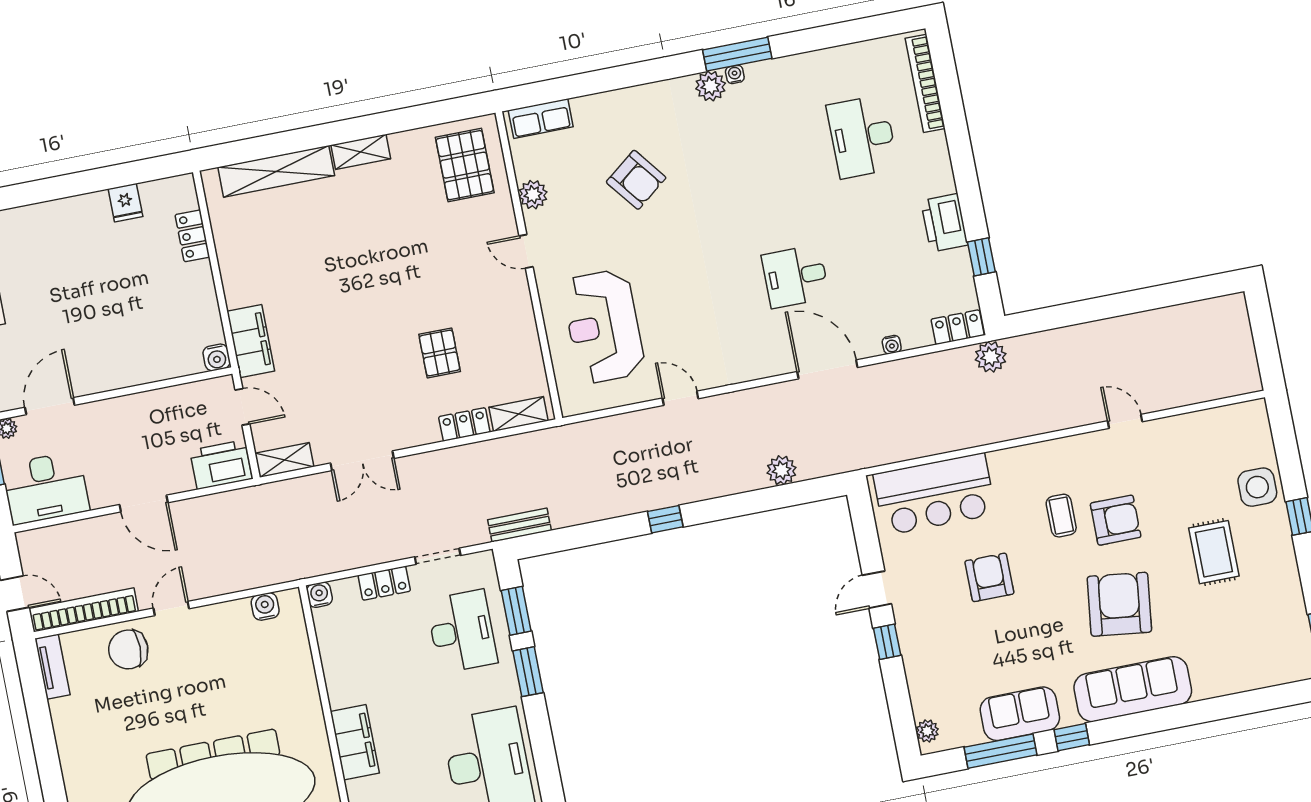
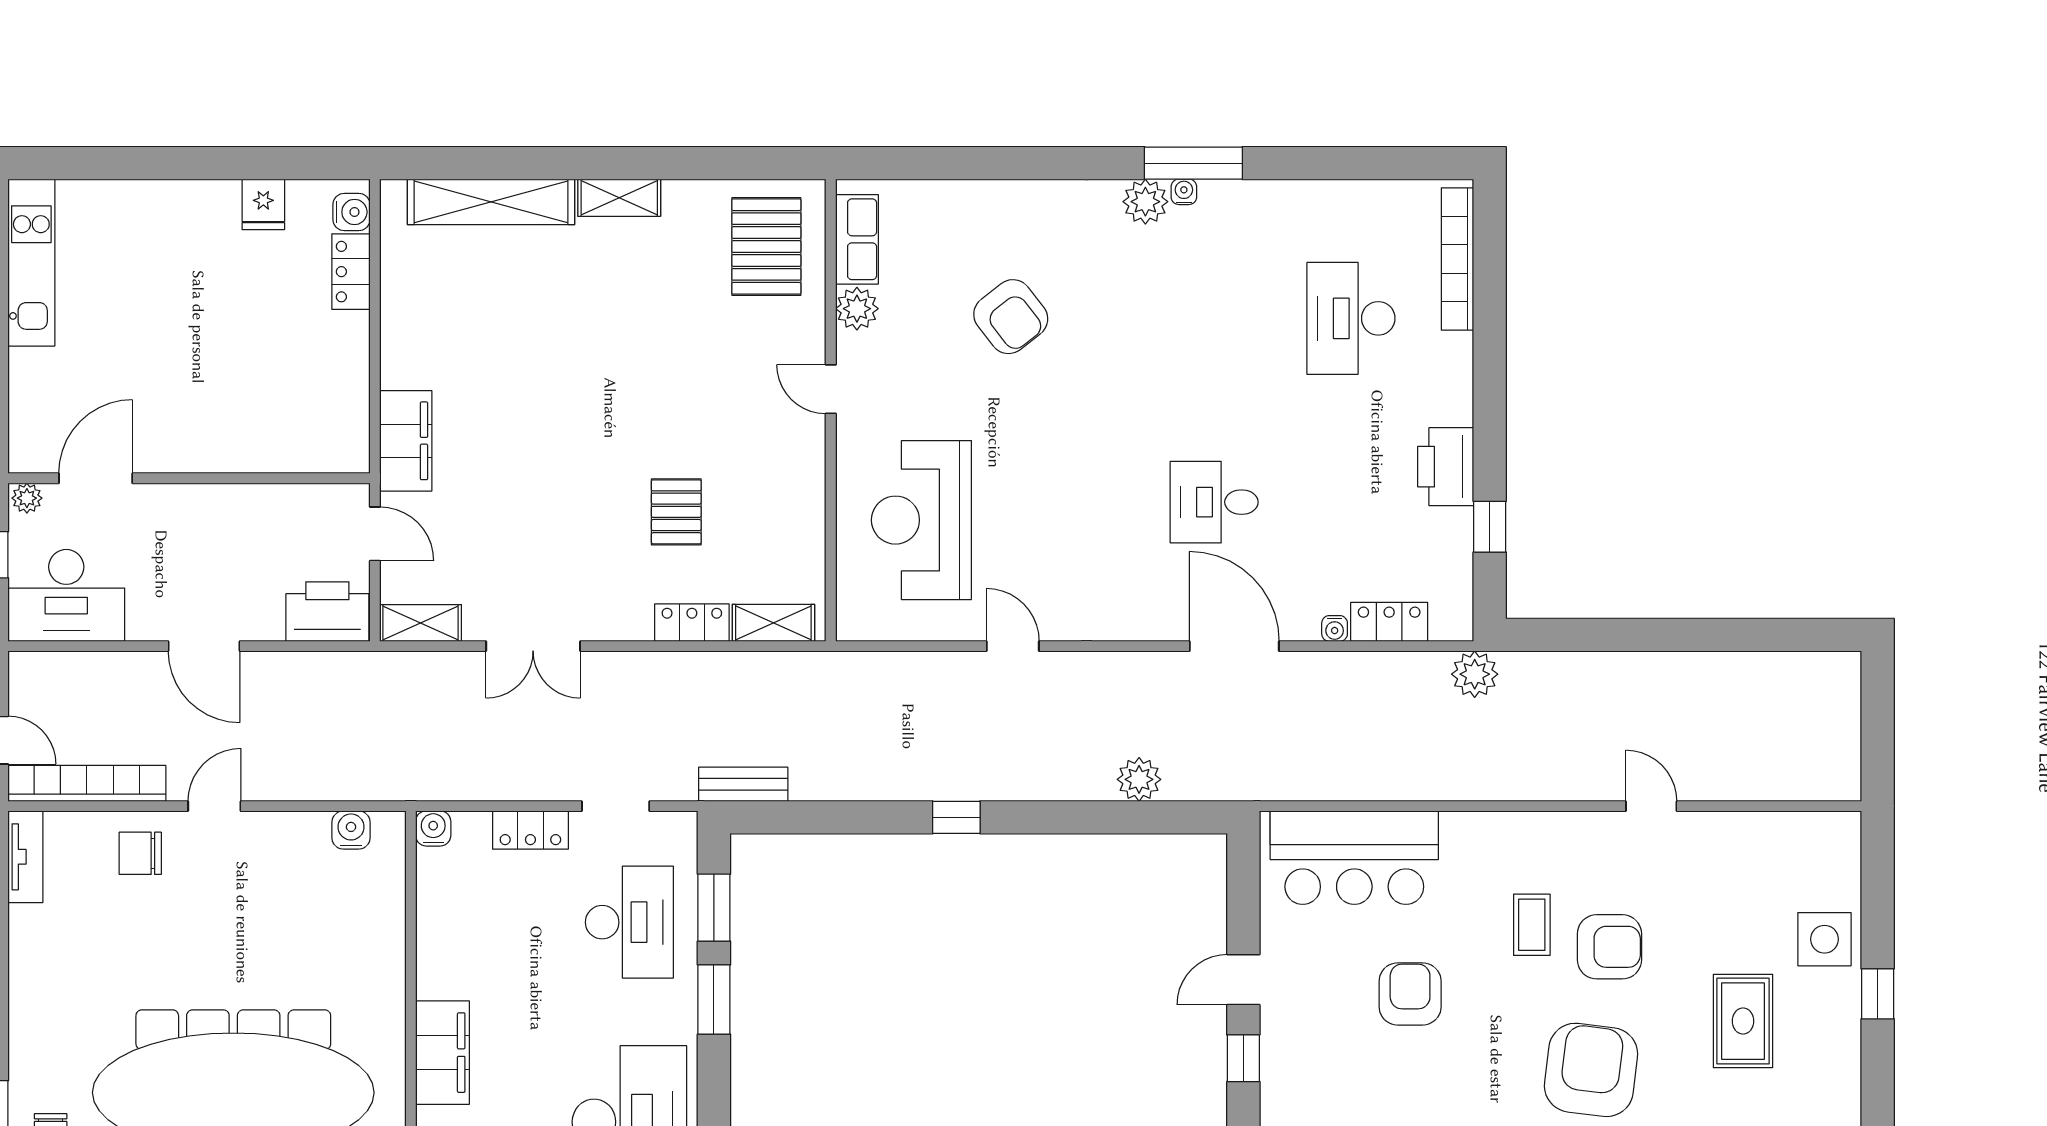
row of seats: (541, 119) -> (857, 239), moved, turned -90
locker: (958, 327) -> (1389, 622), moved
water cooler: (217, 357) -> (352, 212), moved, turned -90
chair: (128, 649) -> (140, 853), width x0.73, depth x0.73

